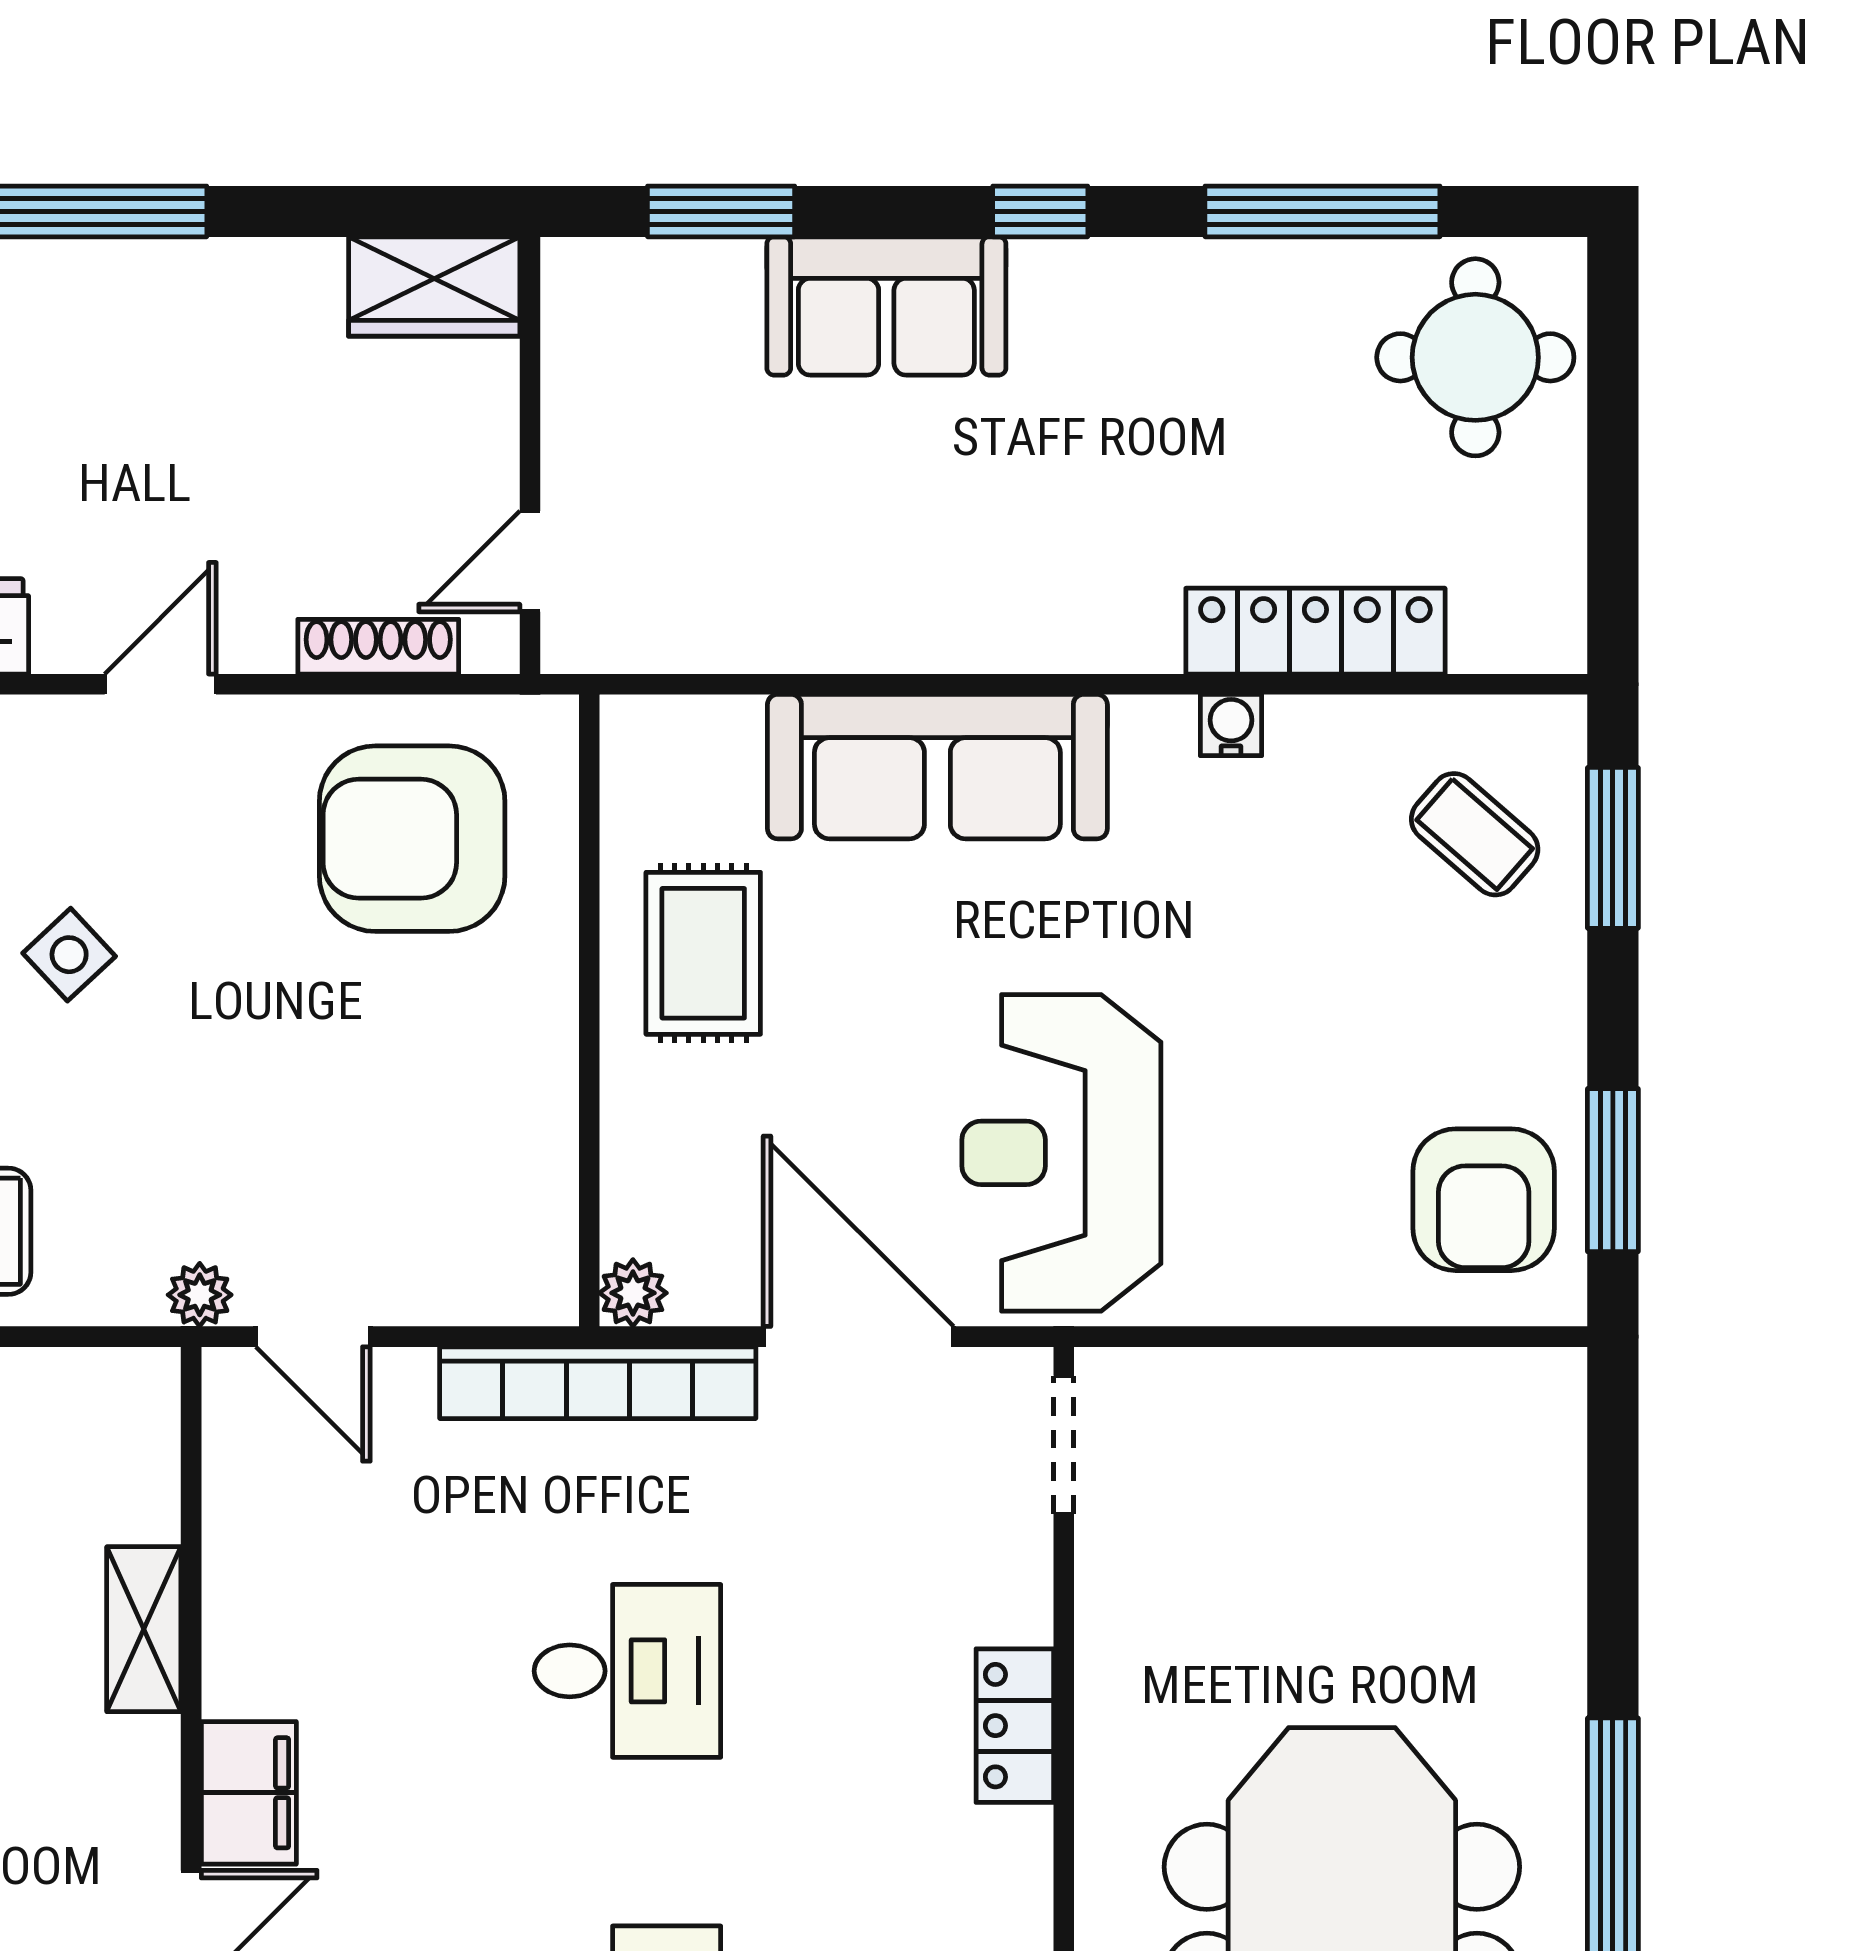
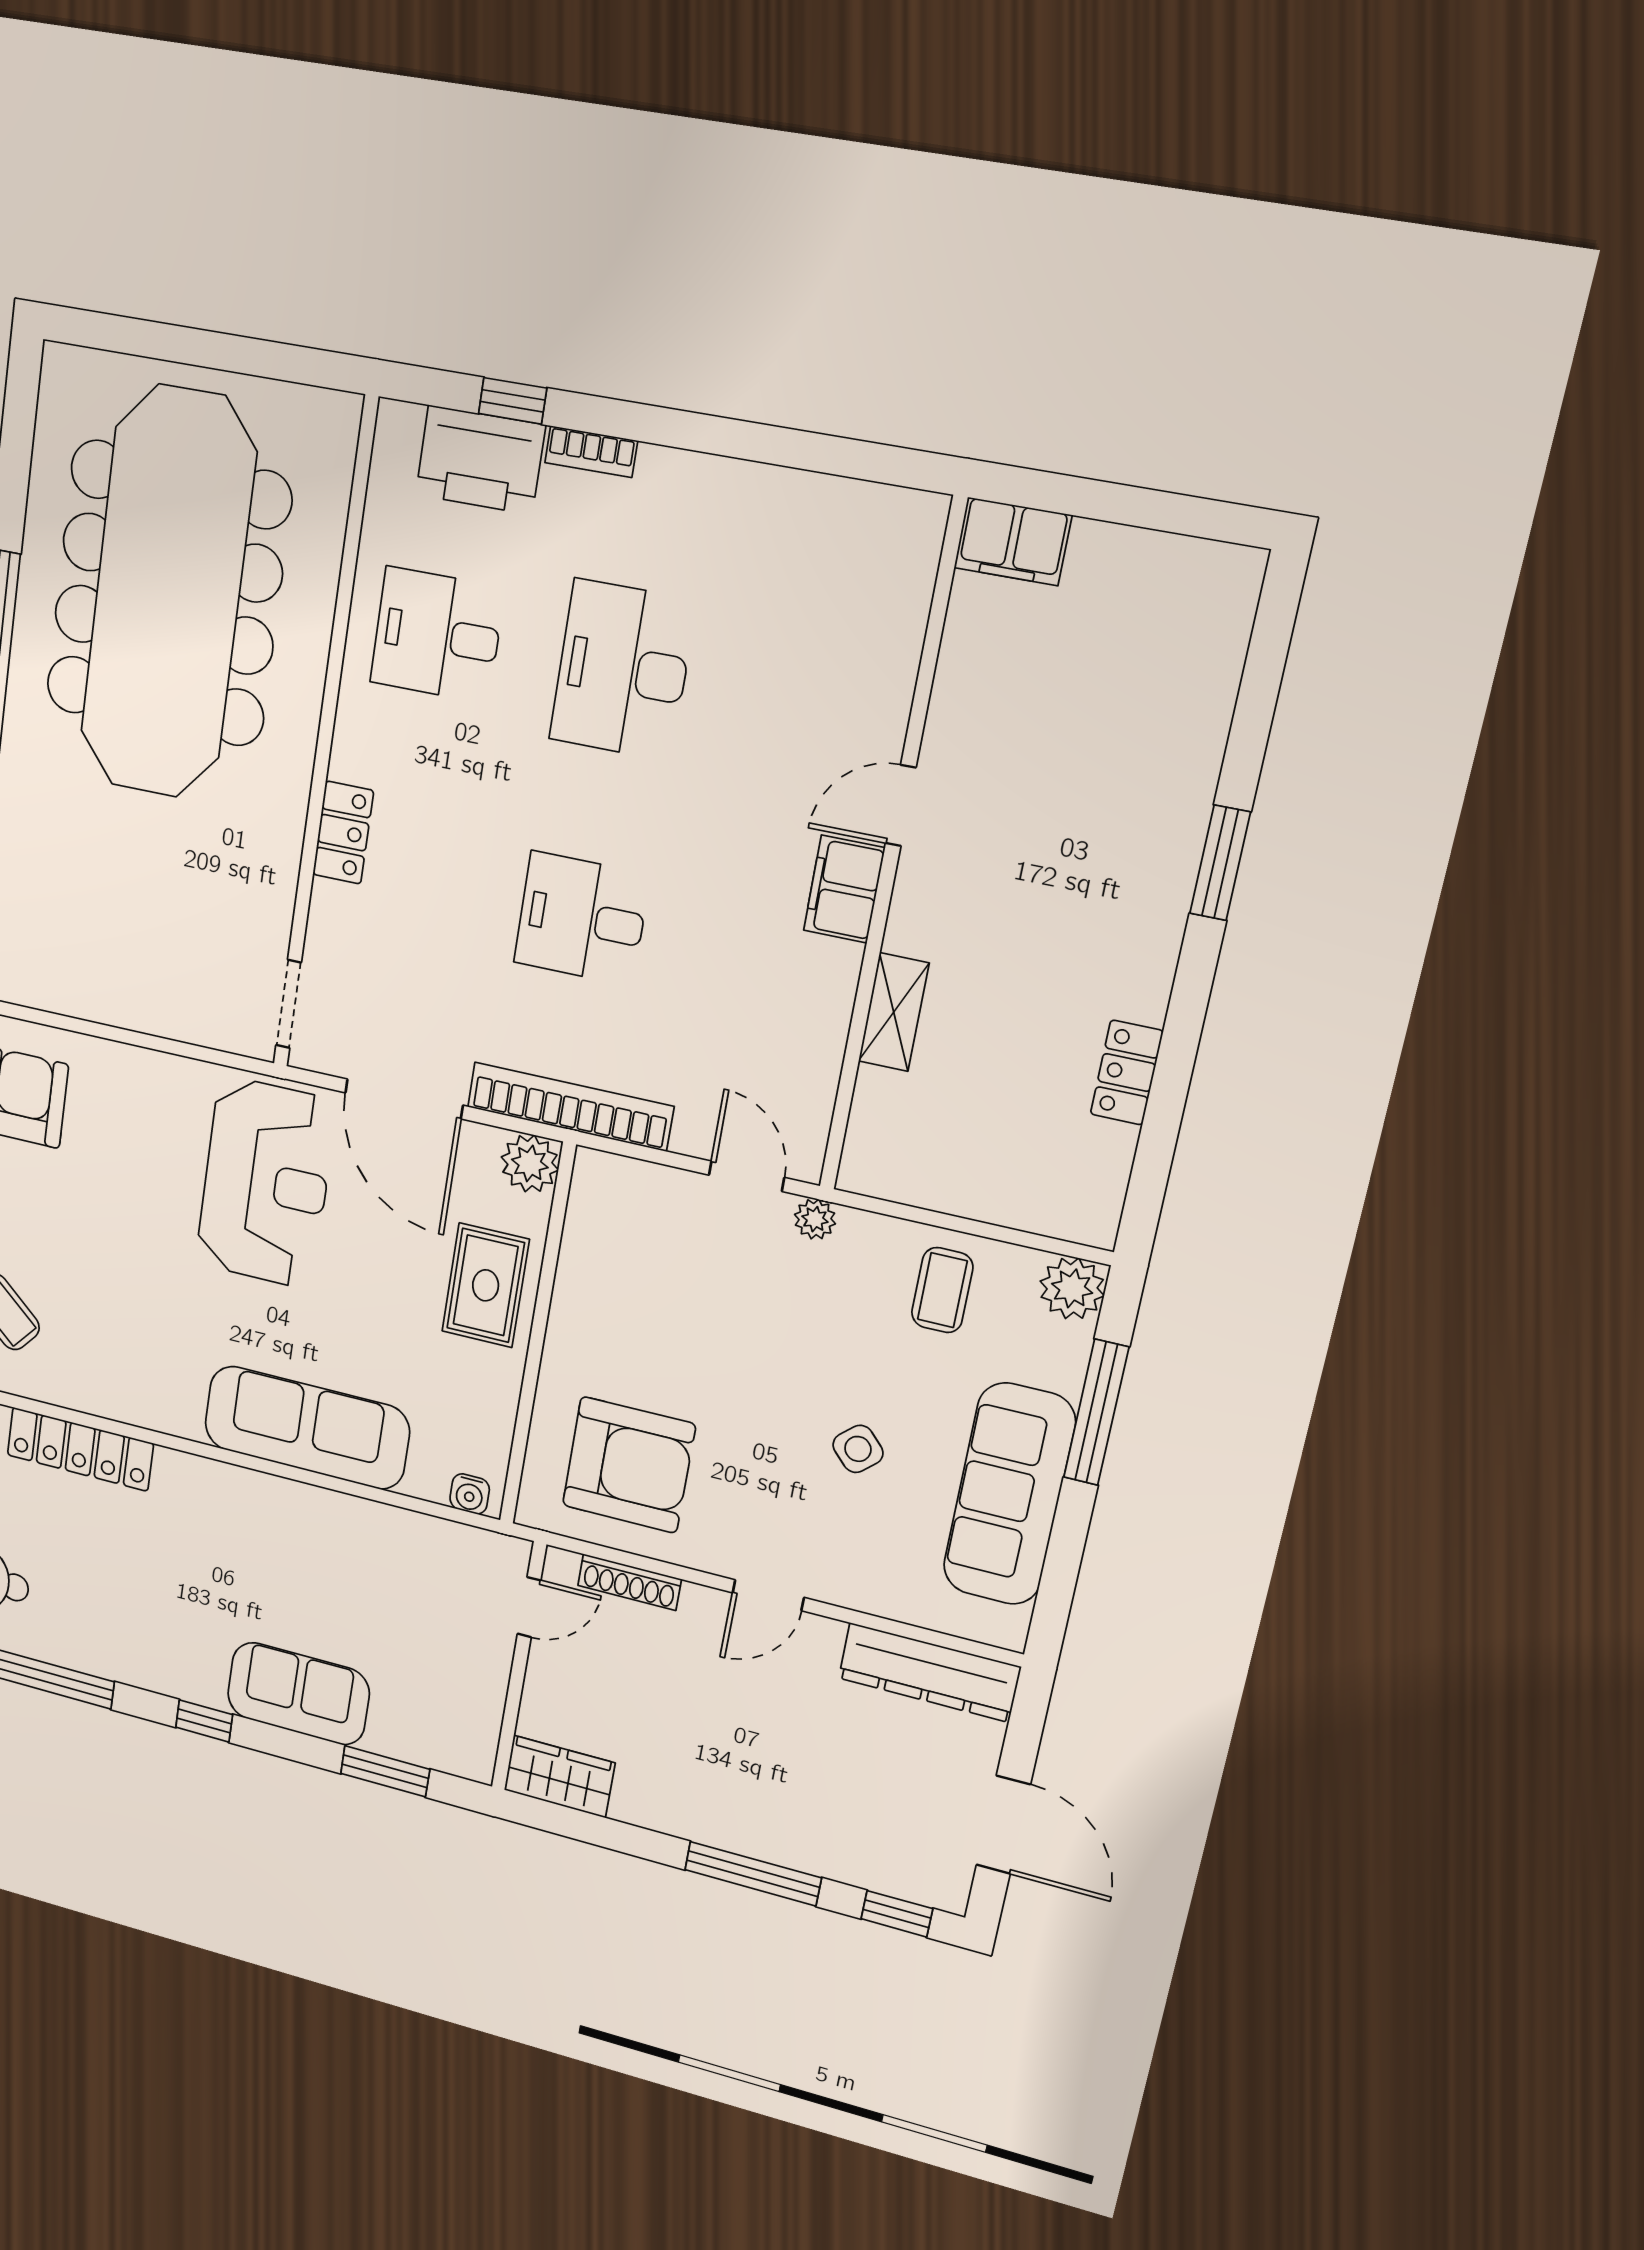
water cooler: (1231, 725) -> (470, 1494), moved
rug: (703, 953) -> (486, 1285), moved
plant: (633, 1293) -> (530, 1163), width x1.38, depth x1.38

